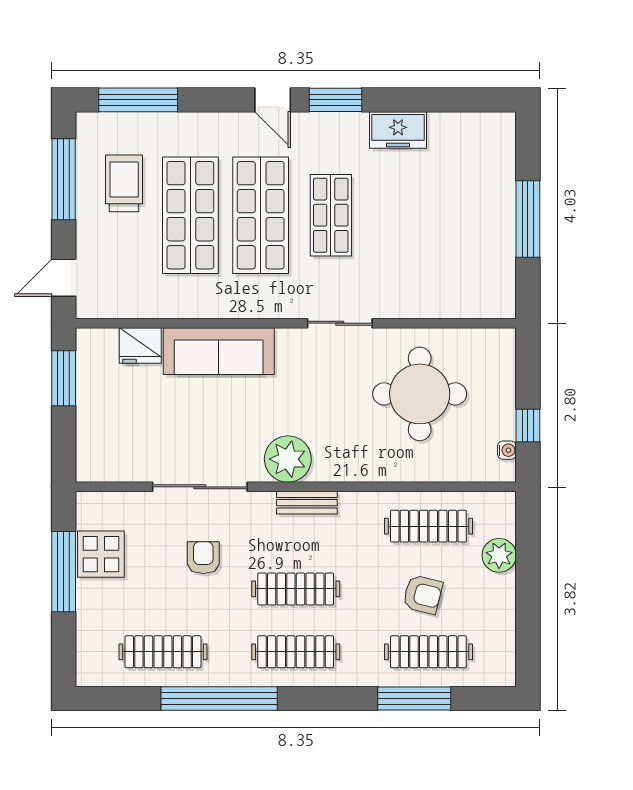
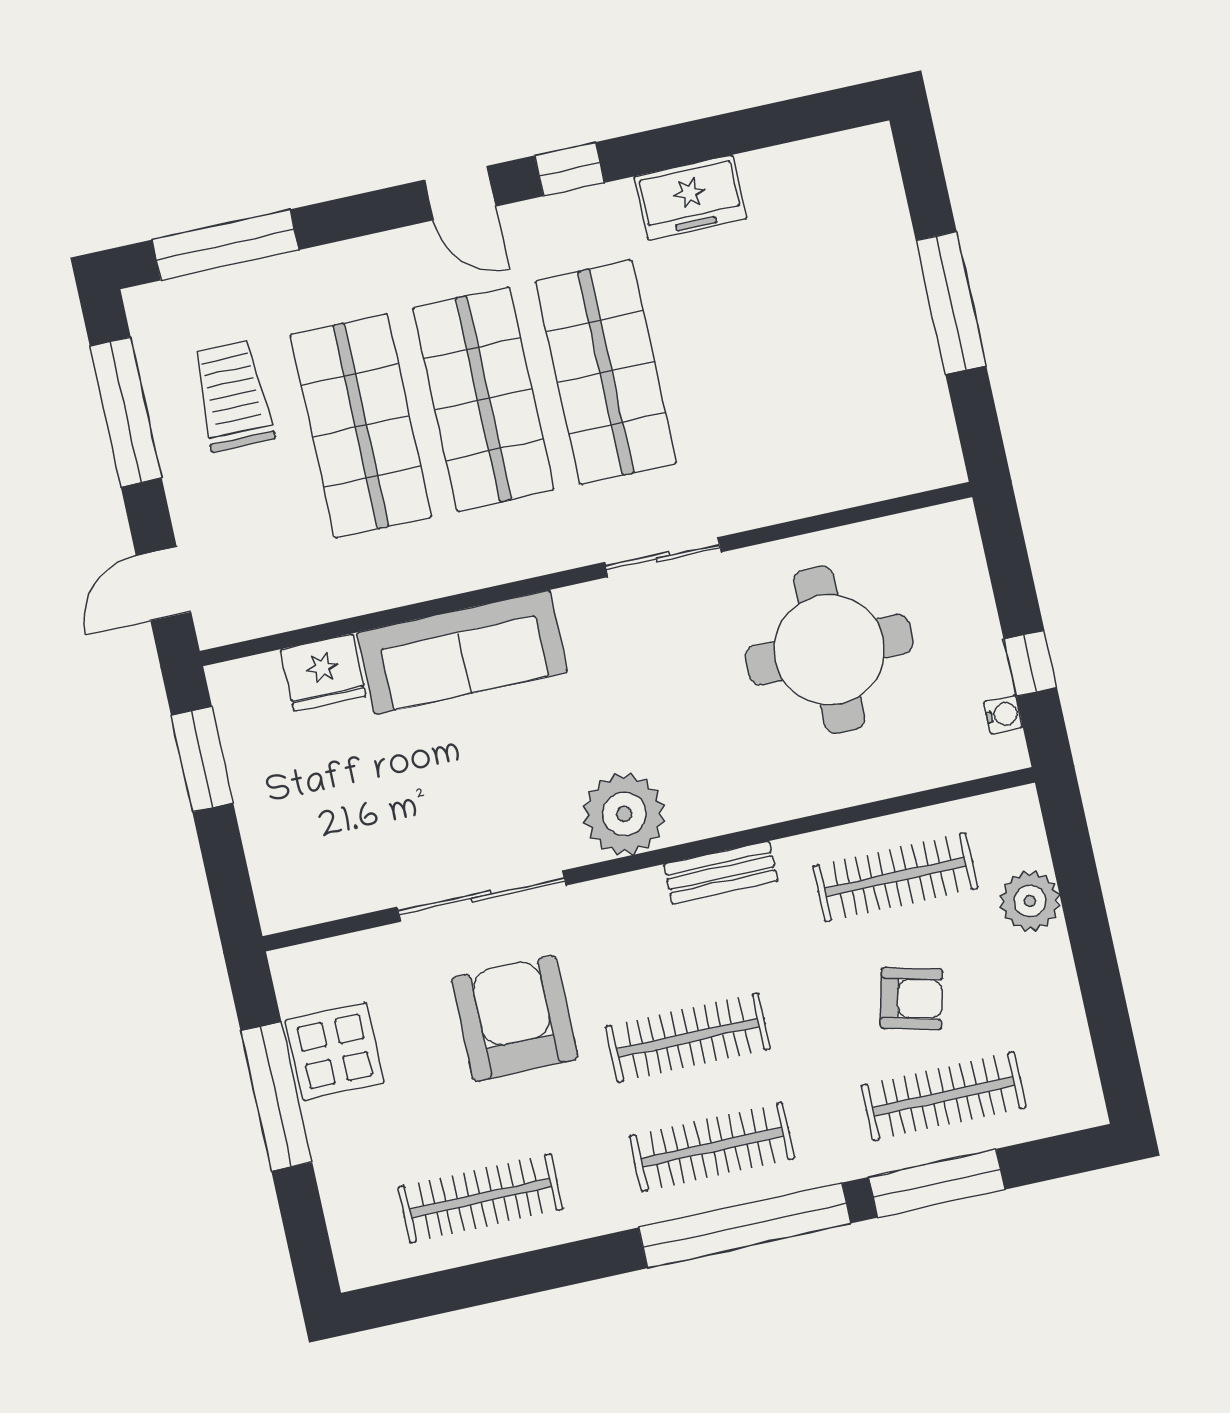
window: (335, 100) -> (570, 169), width x0.67
shop shelf: (331, 215) -> (606, 372), width x1.43, depth x1.36
bench: (307, 503) -> (721, 873), moved
armchair: (203, 558) -> (515, 1018), width x1.88, depth x1.88
window: (219, 698) -> (745, 1225), moved

